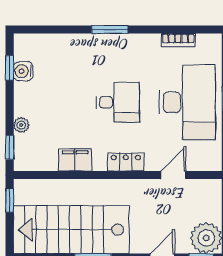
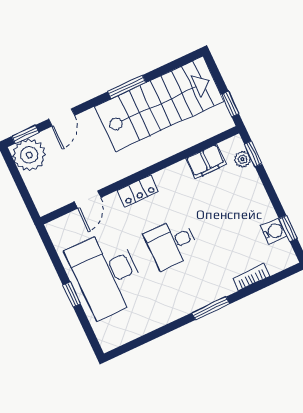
bookcase: (178, 40) -> (251, 277), moved
plant: (21, 125) -> (242, 159), moved
filing cabinet: (75, 160) -> (206, 161), moved

